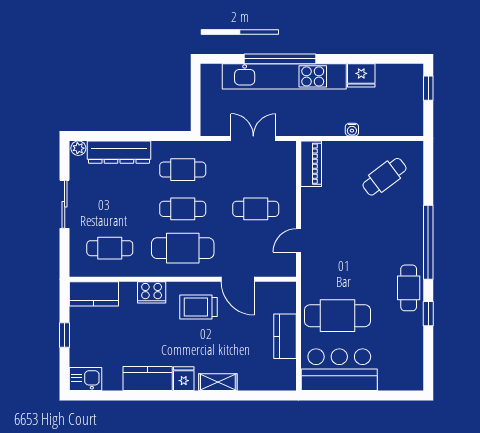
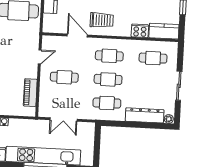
piano: (311, 164) -> (30, 93), moved
cafe table: (183, 248) -> (109, 56), width x0.73, depth x0.74
cooker: (152, 292) -> (140, 31), moved

